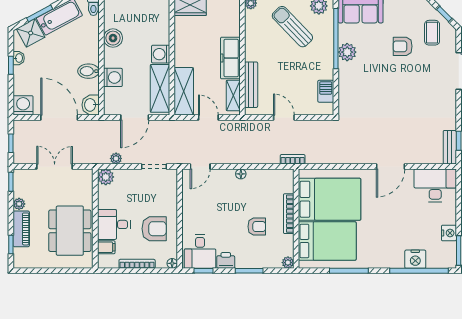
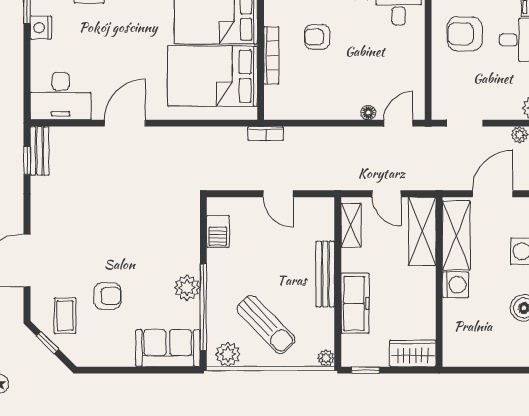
freezer: (230, 58) -> (355, 303), moved
bench: (251, 85) -> (325, 274), moved
floor lamp: (241, 174) -> (368, 113), moved

